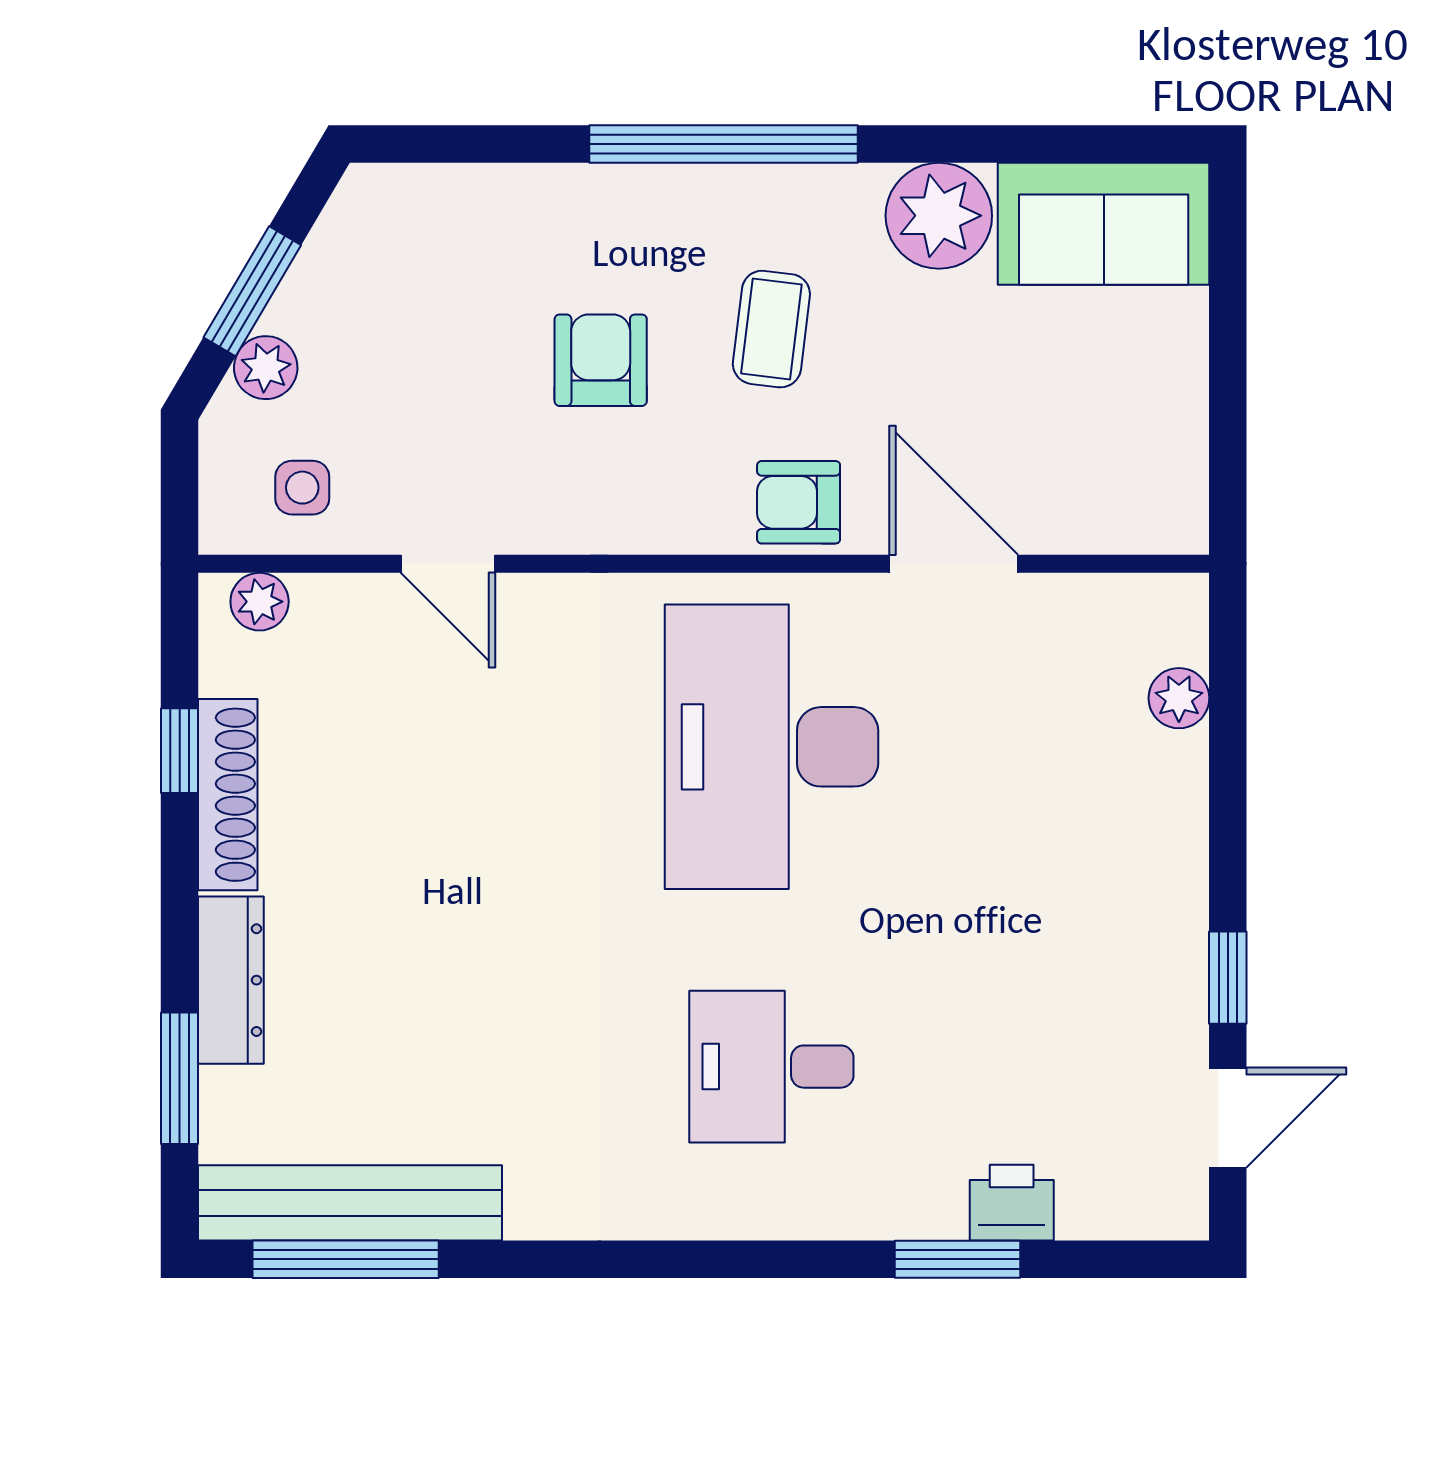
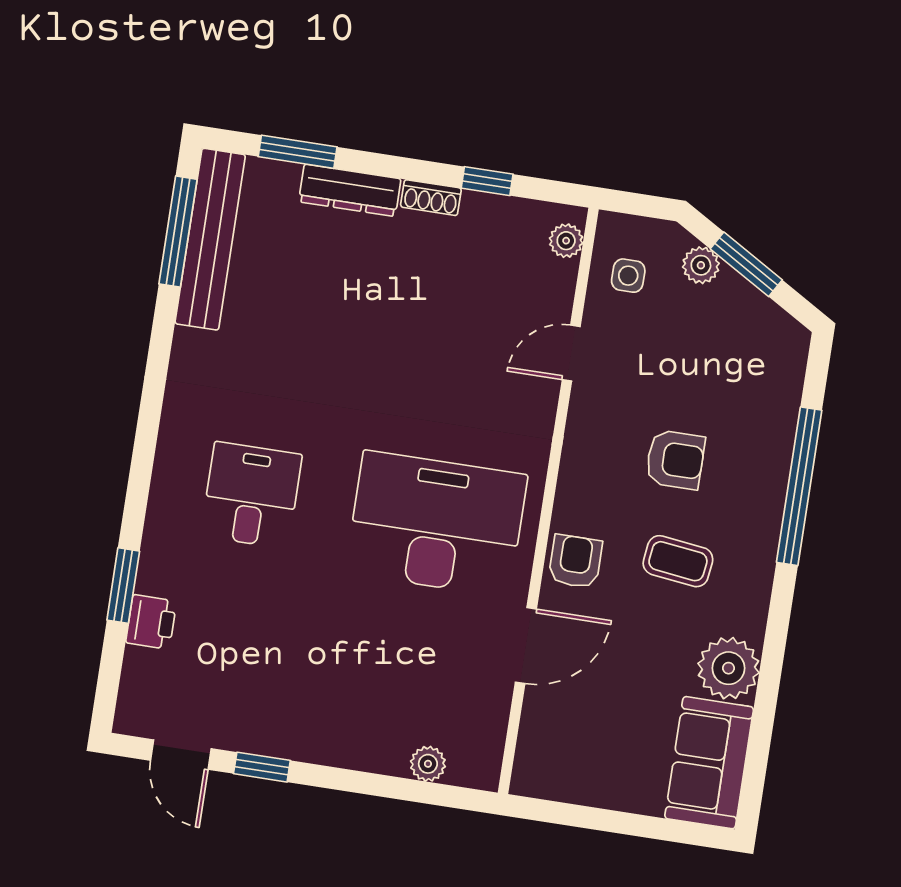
window: (724, 144) -> (799, 486), moved
shoe rack: (228, 795) -> (431, 198), width x0.51, depth x0.81

